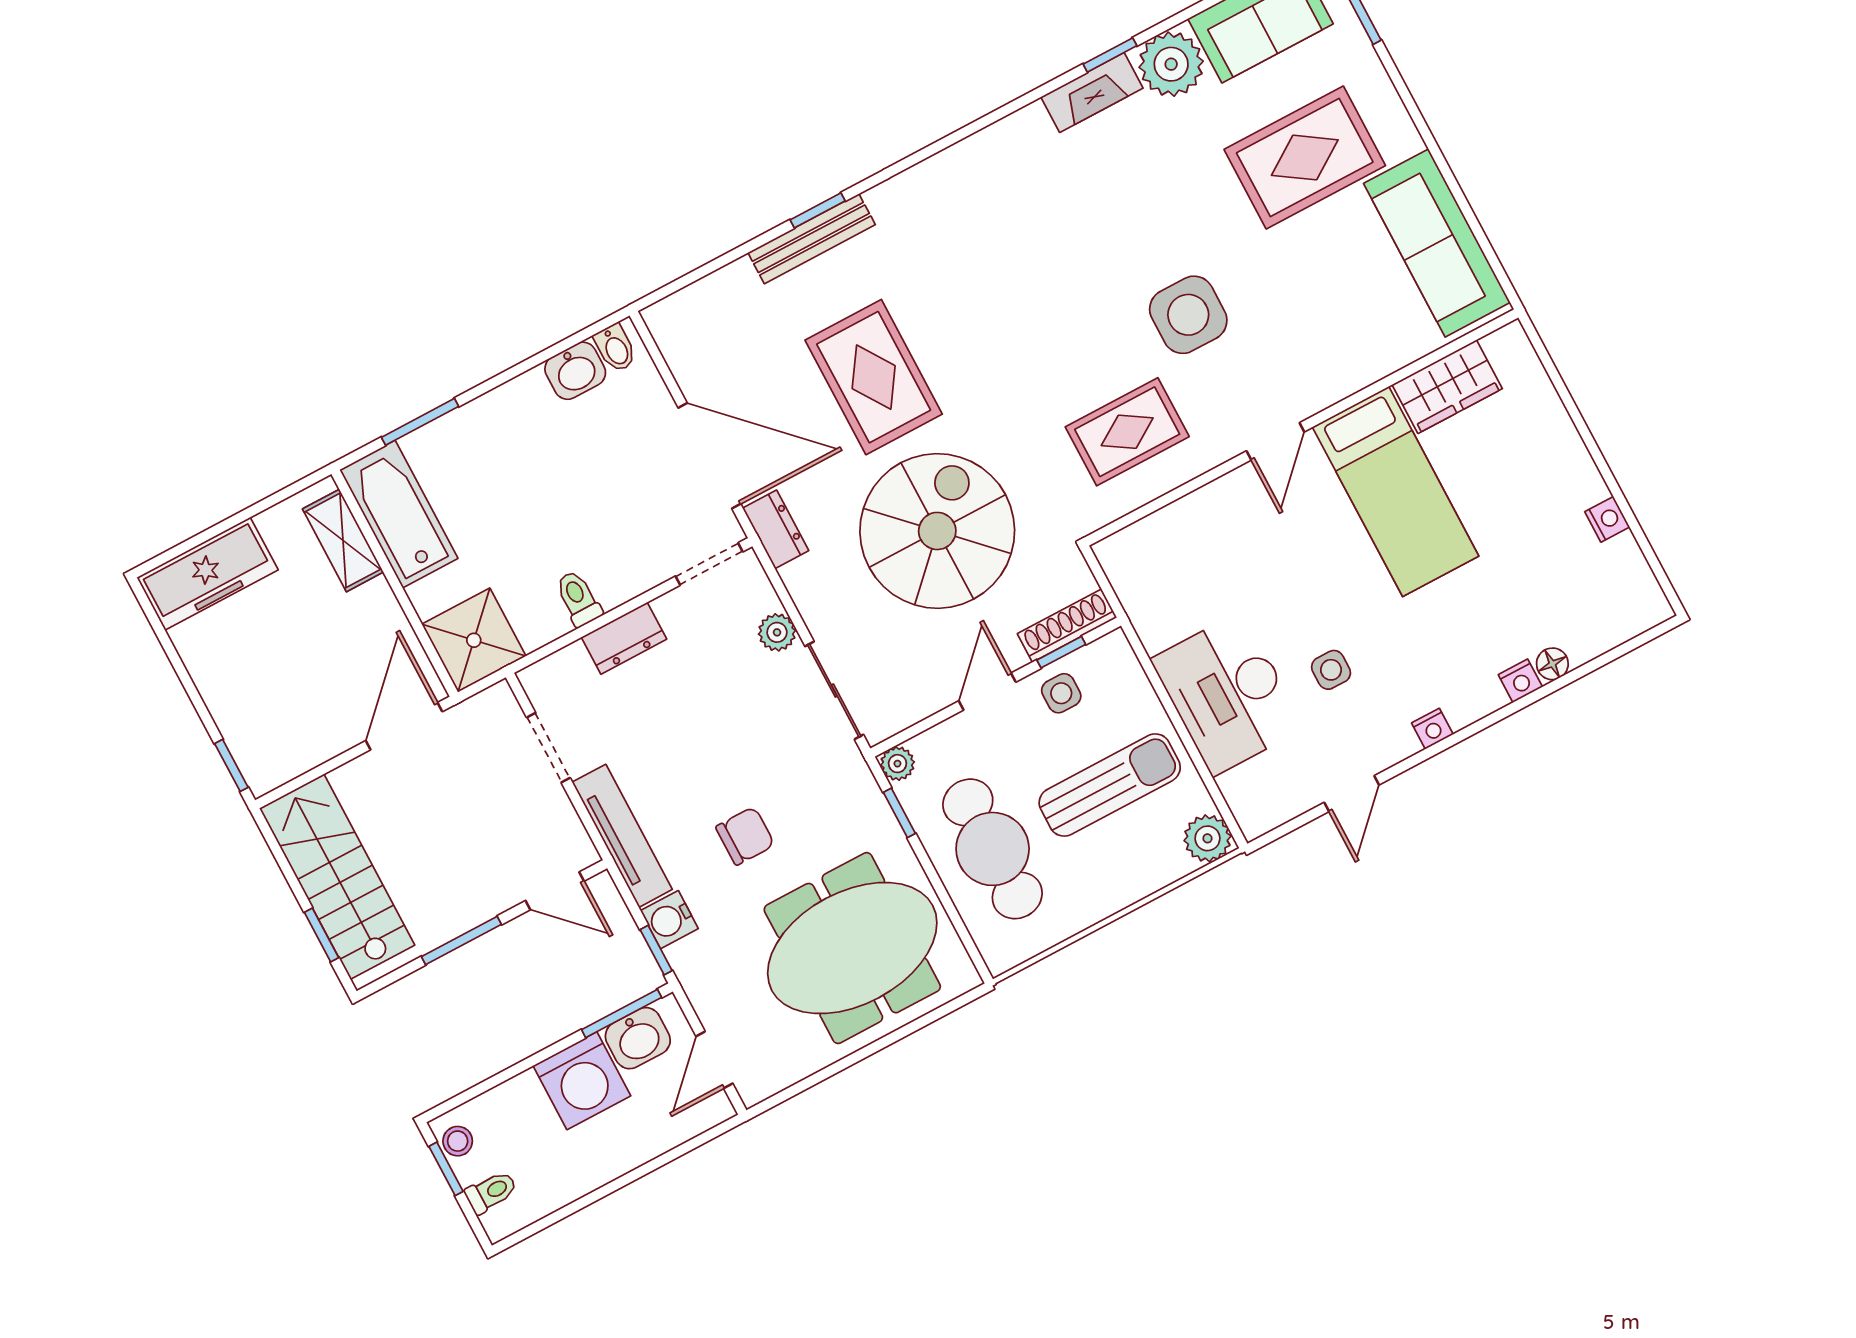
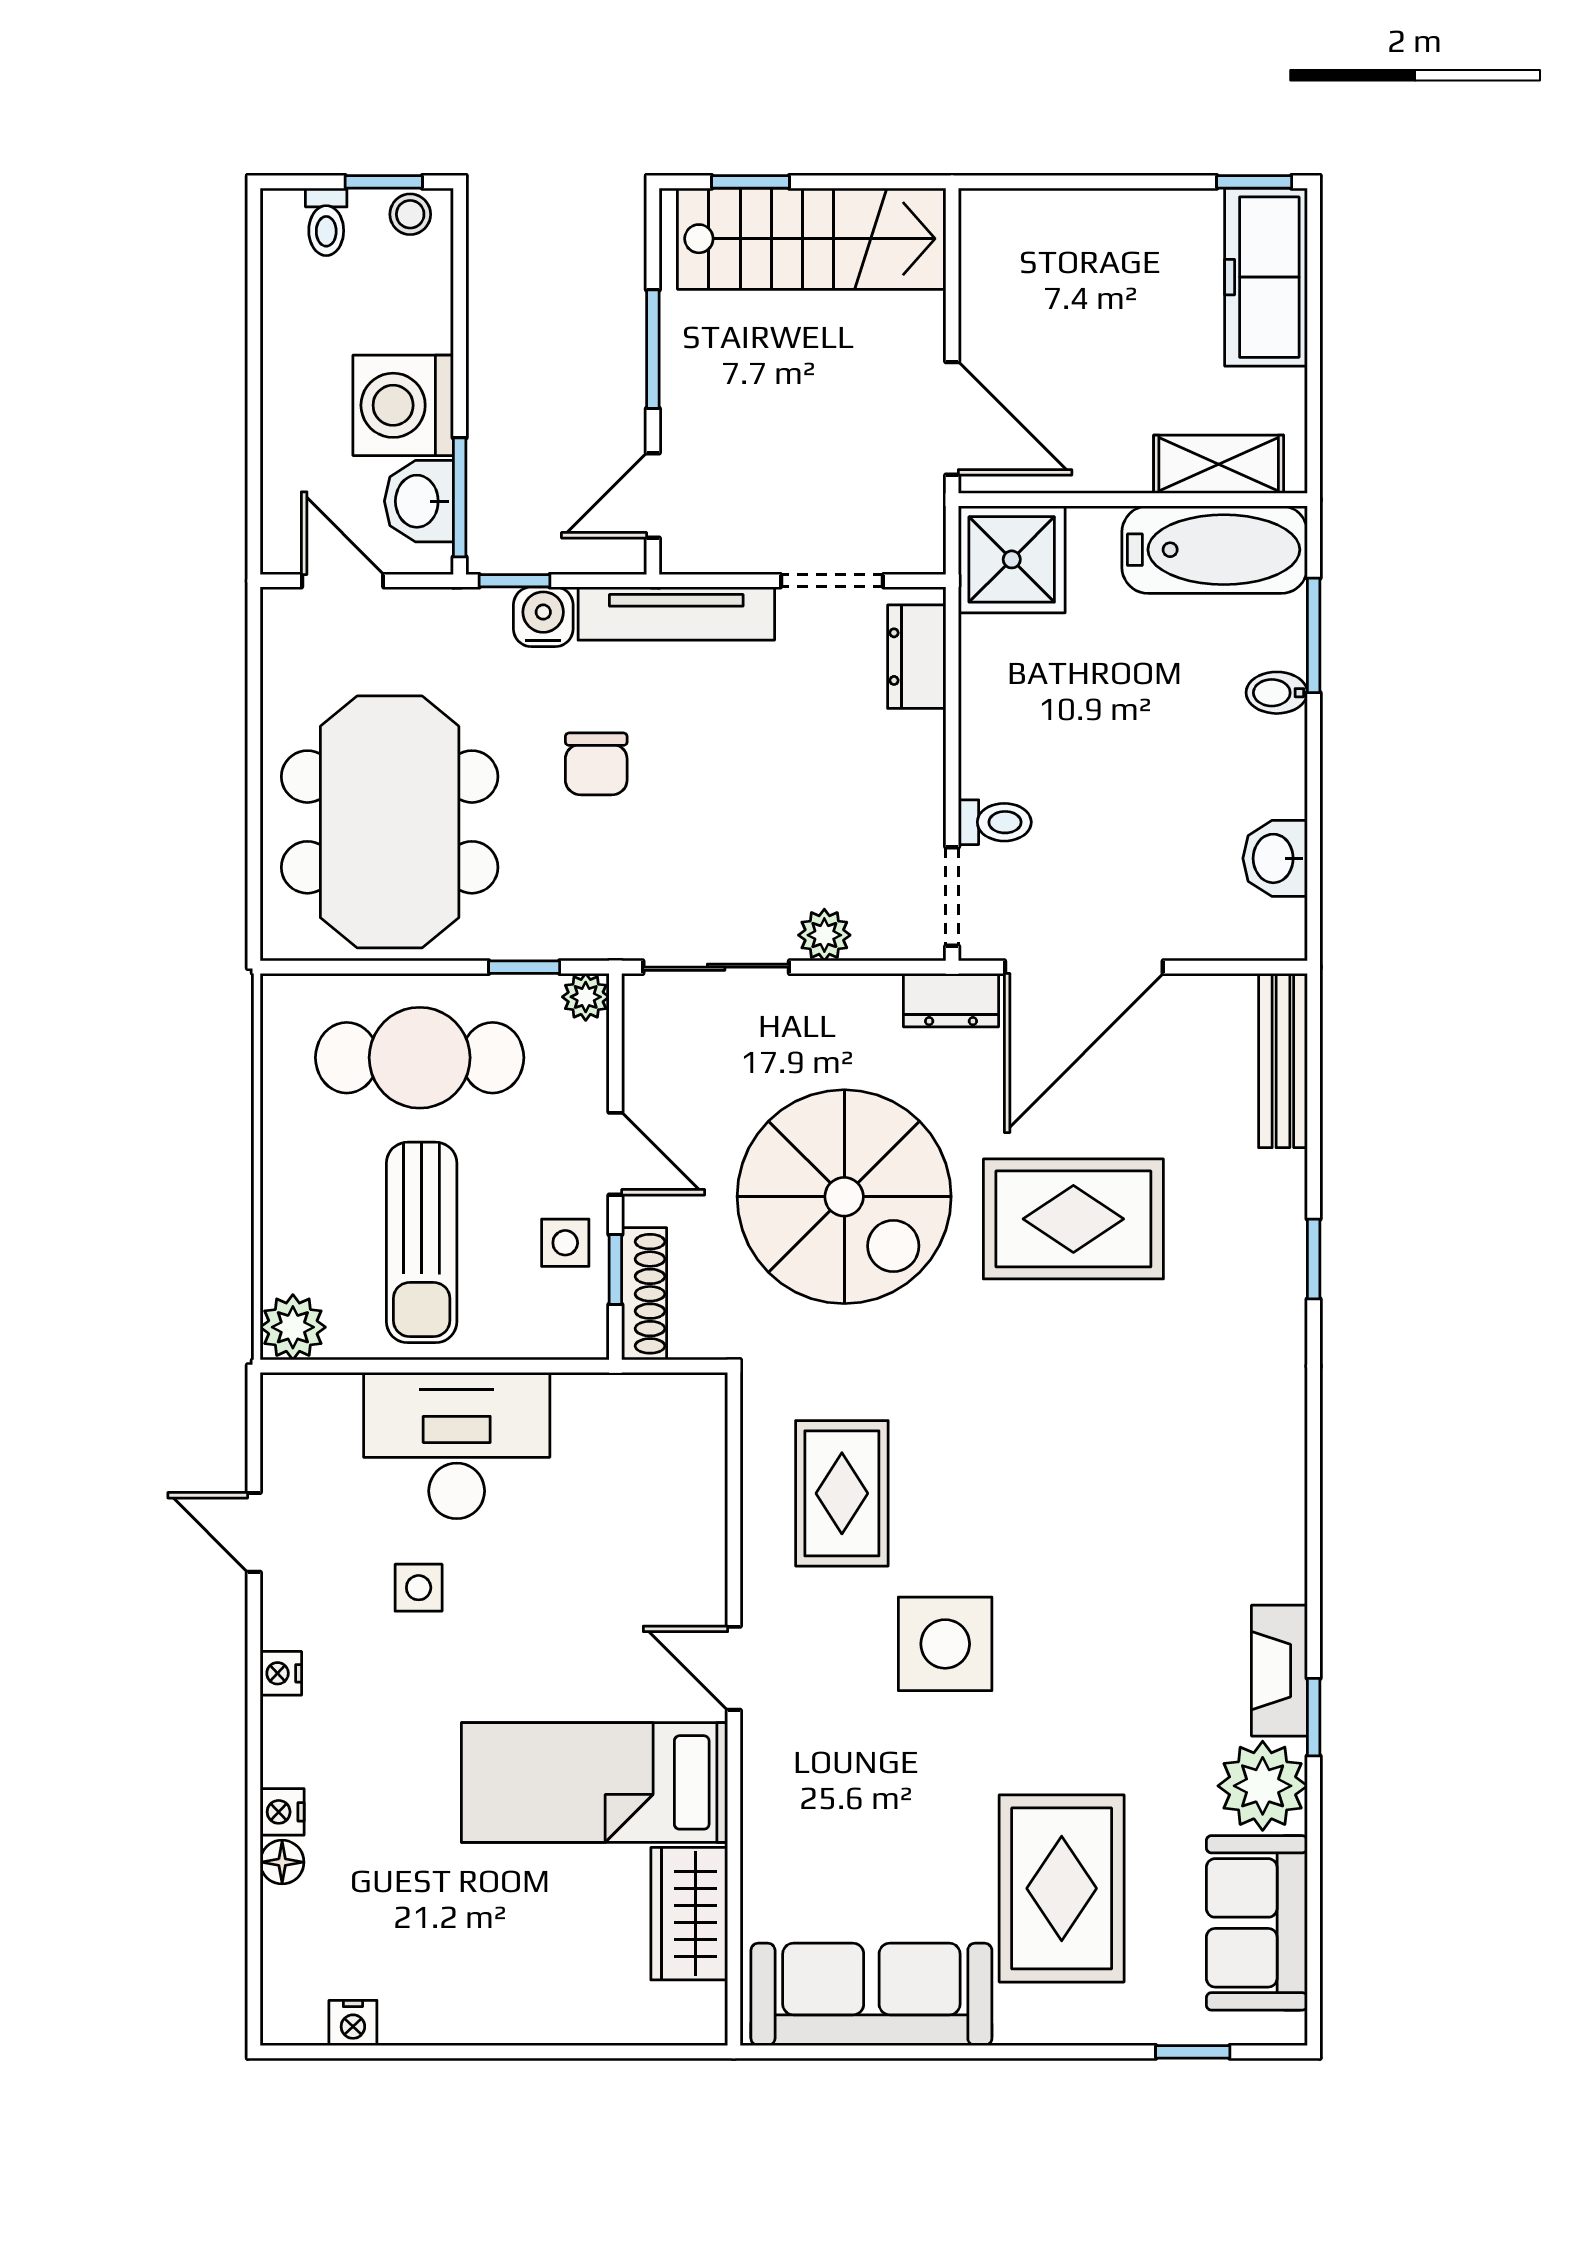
bench: (812, 239) -> (1283, 1061), moved
bidet: (615, 348) -> (1277, 693), moved
nightstand: (1607, 519) -> (353, 2023), moved
toilet: (578, 599) -> (995, 822), moved
dresser: (624, 638) -> (917, 657), moved
window: (231, 765) -> (1254, 182), moved

